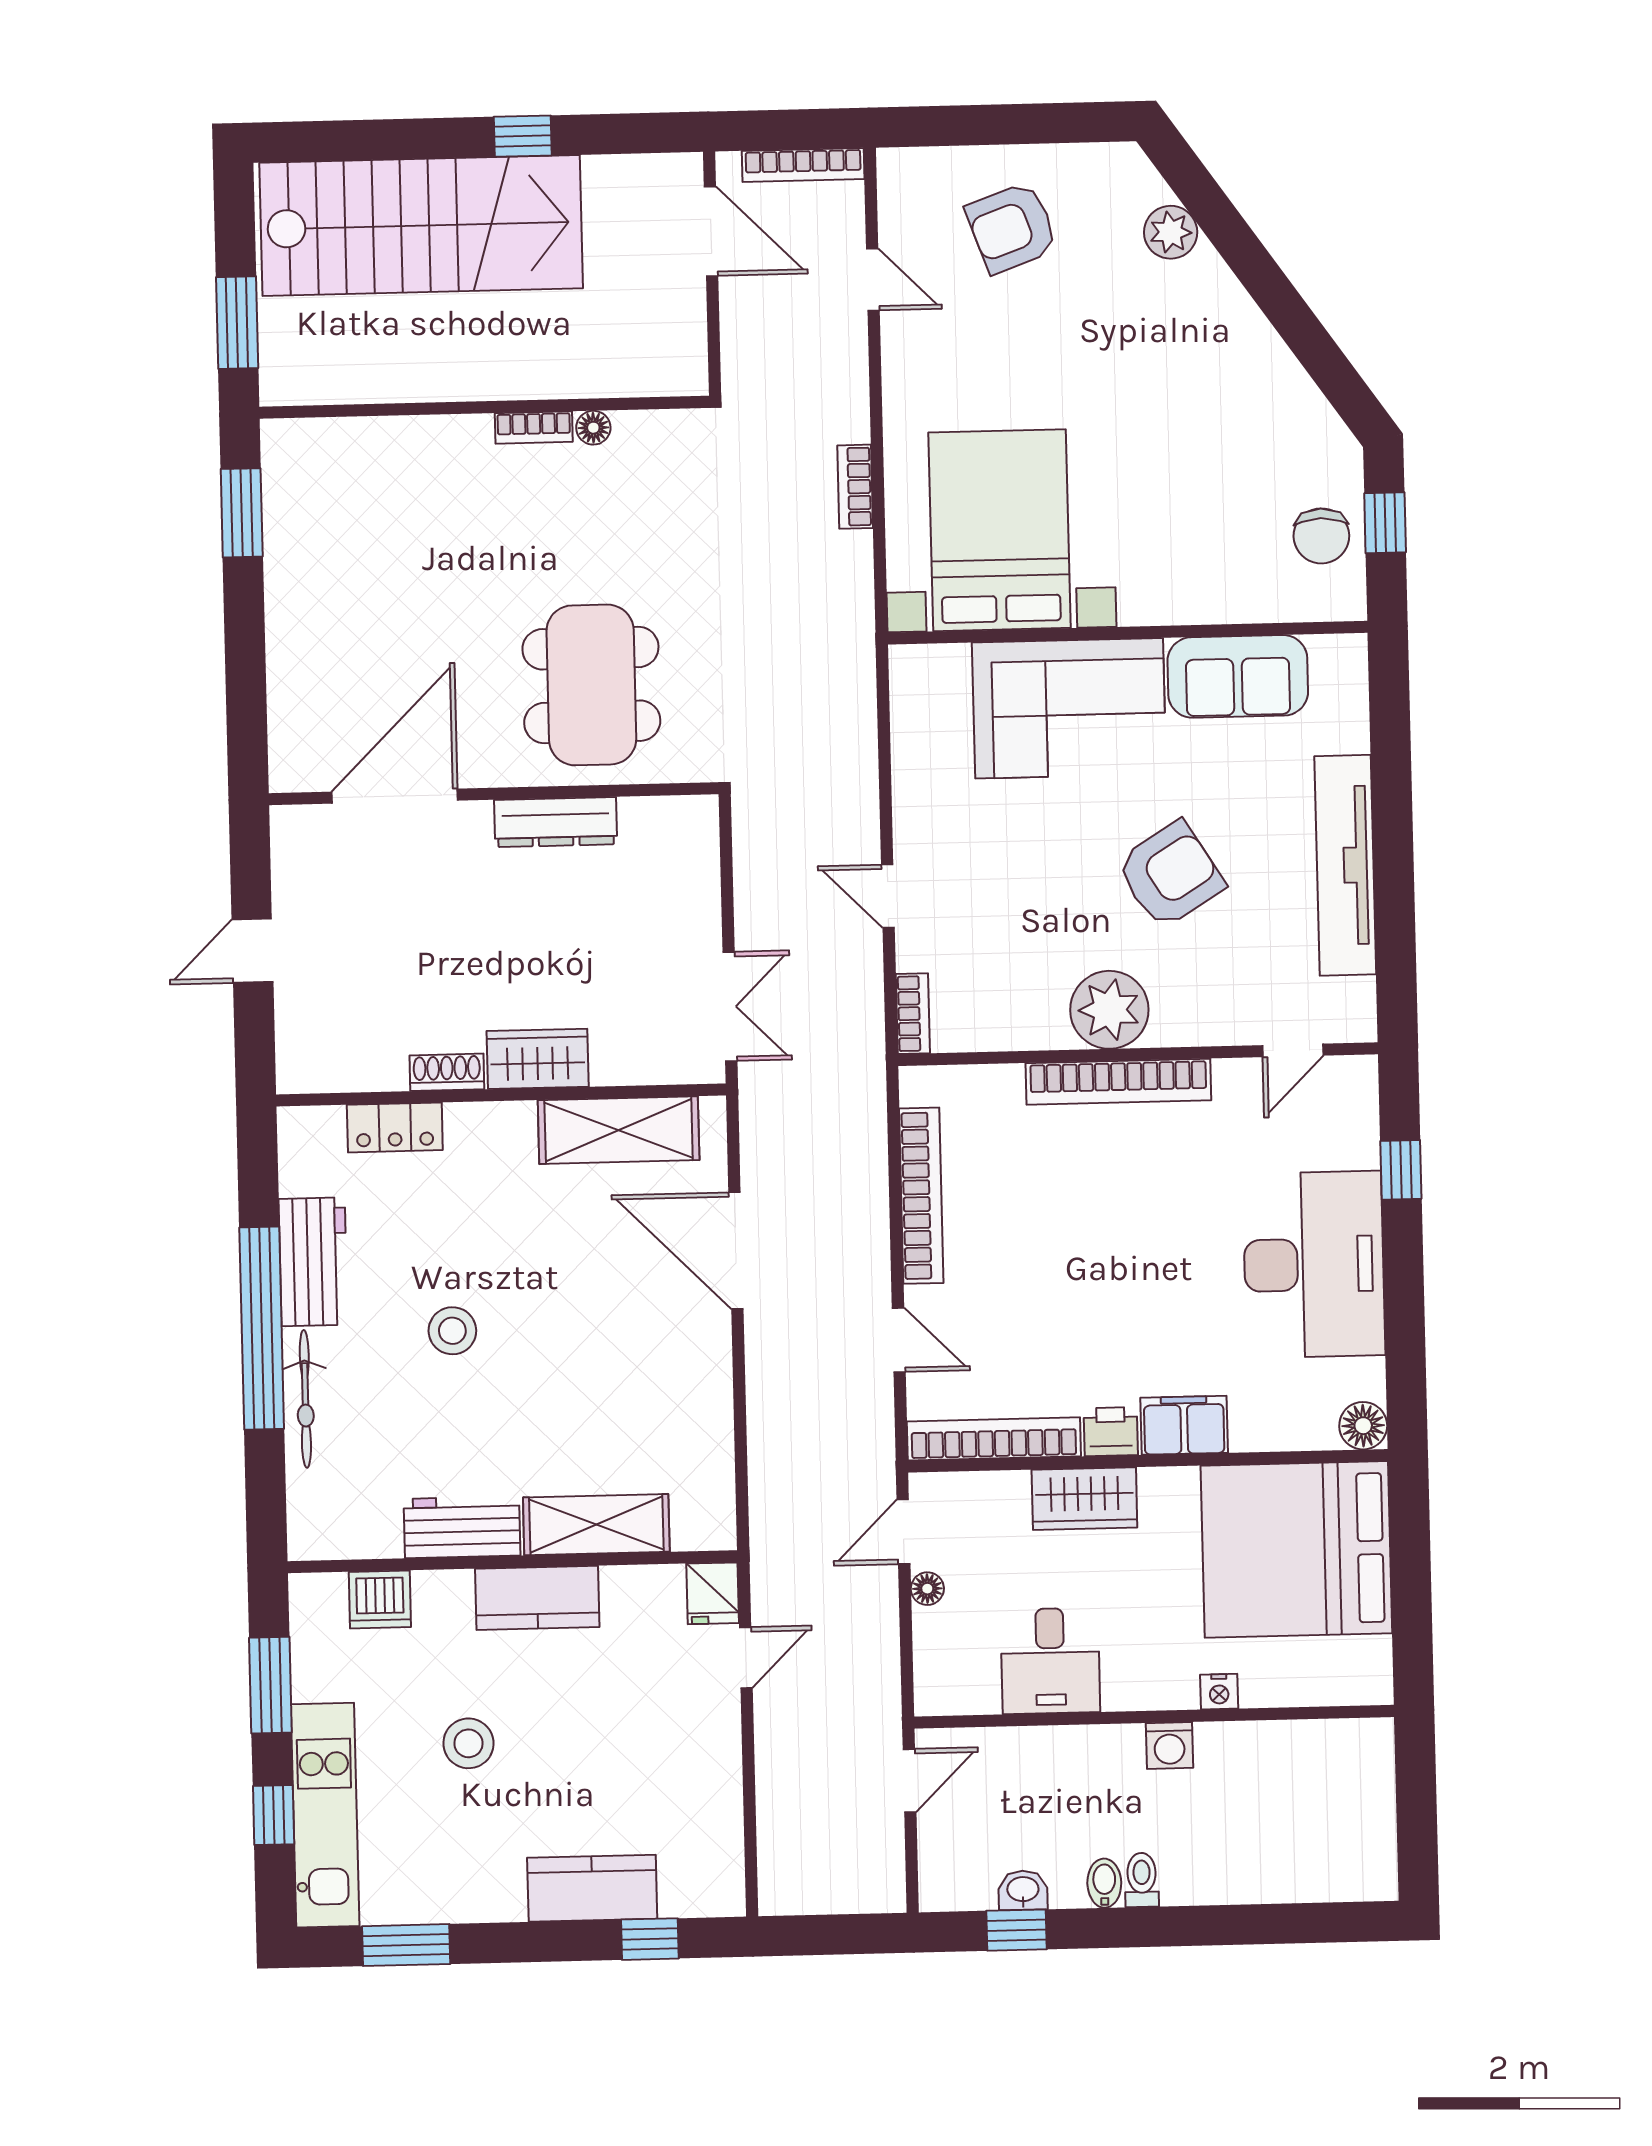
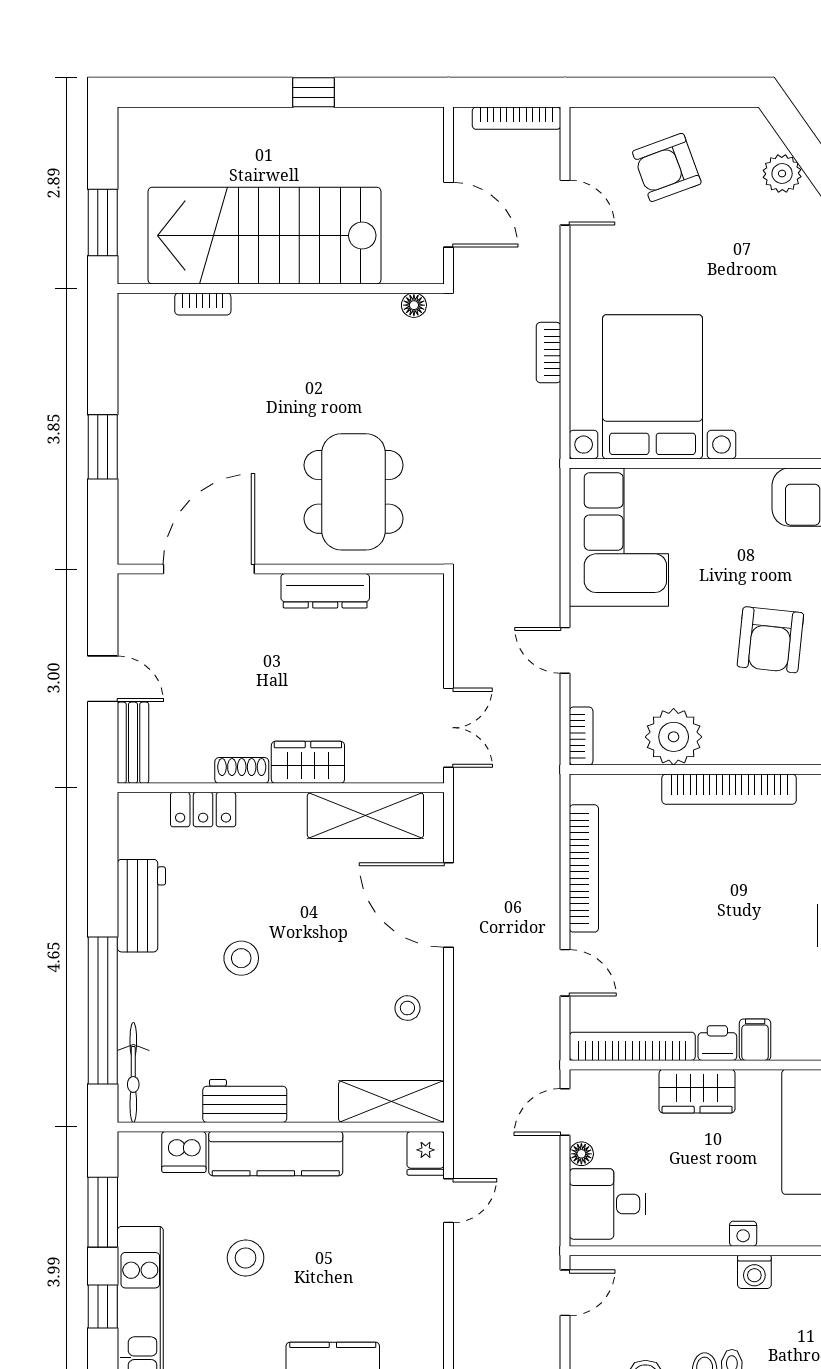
stairs: (421, 225) -> (265, 236), moved, turned 180
door: (711, 231) -> (448, 215), moved
bookcase: (534, 428) -> (203, 304), moved
floor lamp: (593, 428) -> (414, 305), moved
window: (242, 513) -> (103, 447), moved
corner sofa: (1069, 708) -> (619, 537), moved, turned -90
armchair: (1170, 875) -> (770, 640), turned 128
door: (252, 951) -> (103, 679), swing flipped
plant: (1109, 1010) -> (674, 737), moved
bench: (296, 1038) -> (133, 743), added
window: (262, 1328) -> (103, 1011), moved
stool: (683, 1394) -> (407, 1008), added
bicycle: (305, 1399) -> (133, 1072), moved
filing cabinet: (1184, 1425) -> (755, 1040), width x0.50
shelving: (596, 1525) -> (391, 1101), moved
kitchen counter: (537, 1598) -> (276, 1154), width x1.50
desk: (1050, 1661) -> (608, 1204), moved, turned 90
nightstand: (1219, 1692) -> (743, 1234), moved

